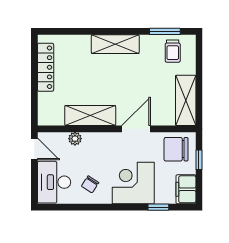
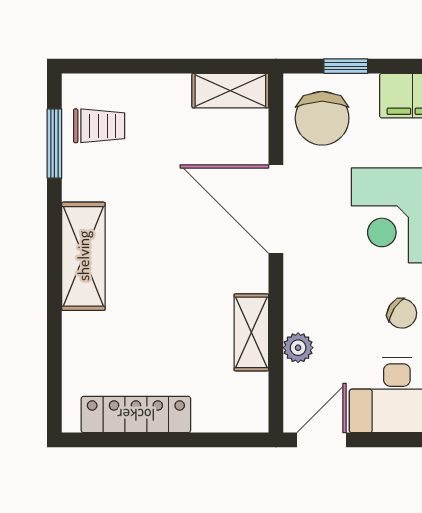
shelving: (186, 100) -> (230, 91), width x0.67, depth x0.75
shelving: (90, 116) -> (251, 332), width x0.67, depth x0.75
door: (136, 129) -> (276, 209), width x1.36

